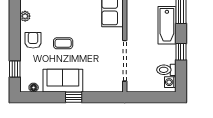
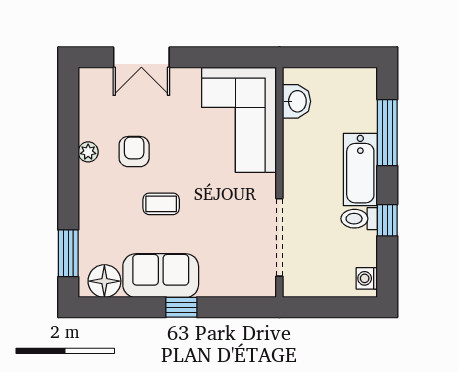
armchair: (33, 40) -> (134, 152), moved
window: (15, 69) -> (68, 253), width x1.50
toilet: (166, 70) -> (359, 219), moved
floor lamp: (34, 88) -> (104, 281), width x1.89, depth x1.89

